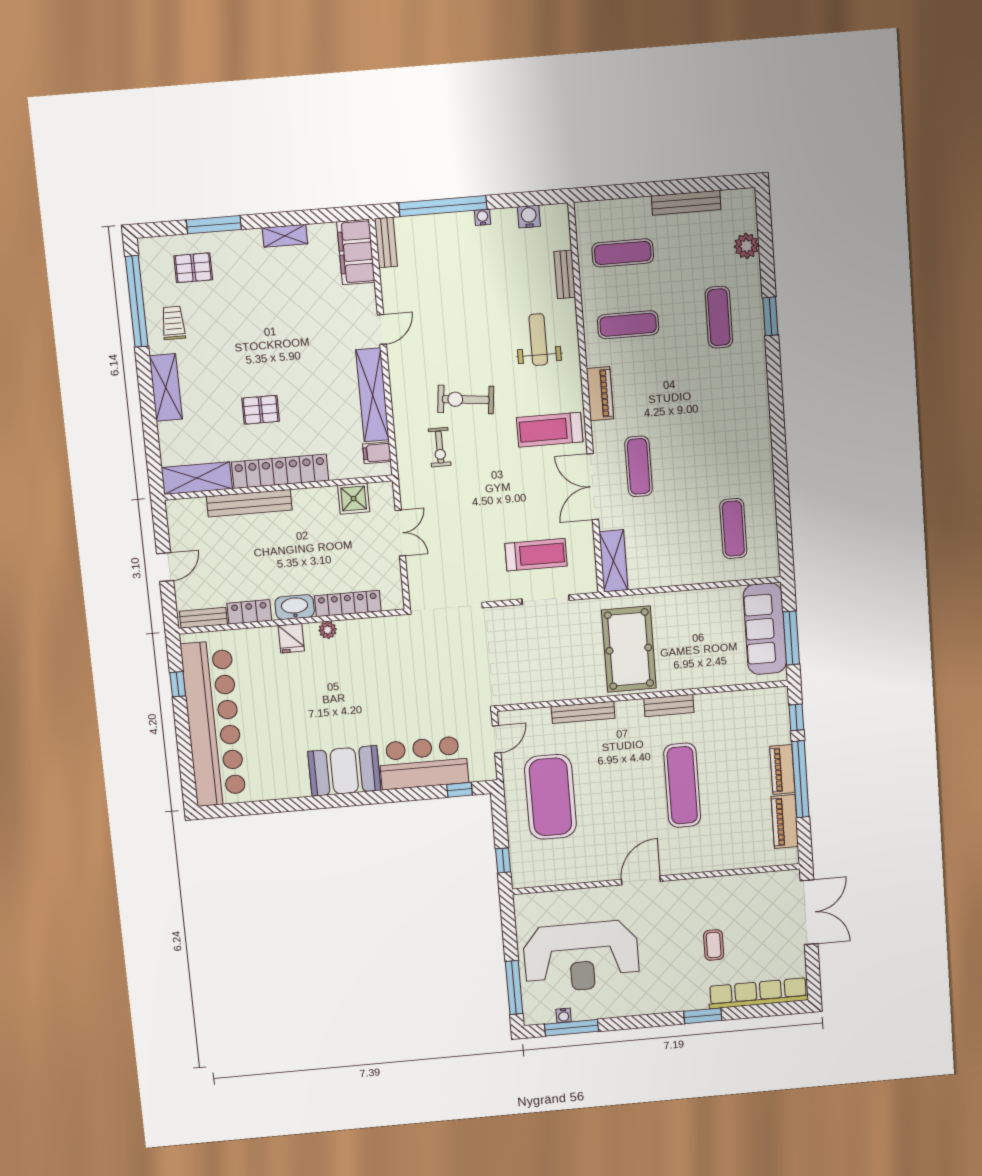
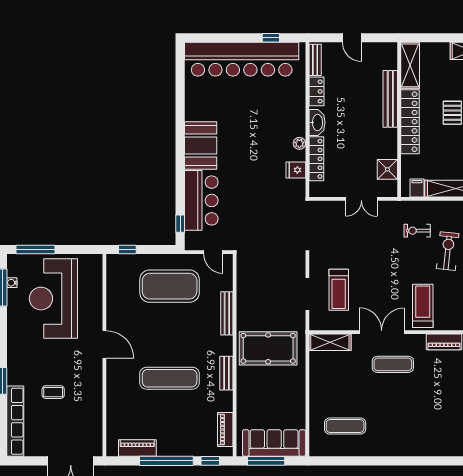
fridge: (291, 638) -> (296, 170), moved
piano: (782, 769) -> (225, 430), moved, turned -90

